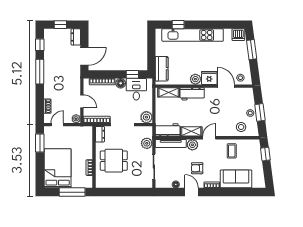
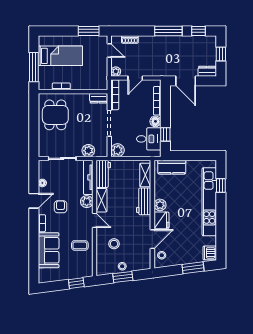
stool: (241, 127) -> (114, 244), moved
dining table: (114, 161) -> (55, 115), moved
bed: (58, 168) -> (60, 56), width x0.67

